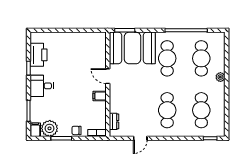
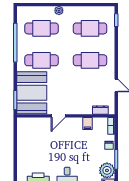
filing cabinet: (100, 96) -> (88, 124), moved

